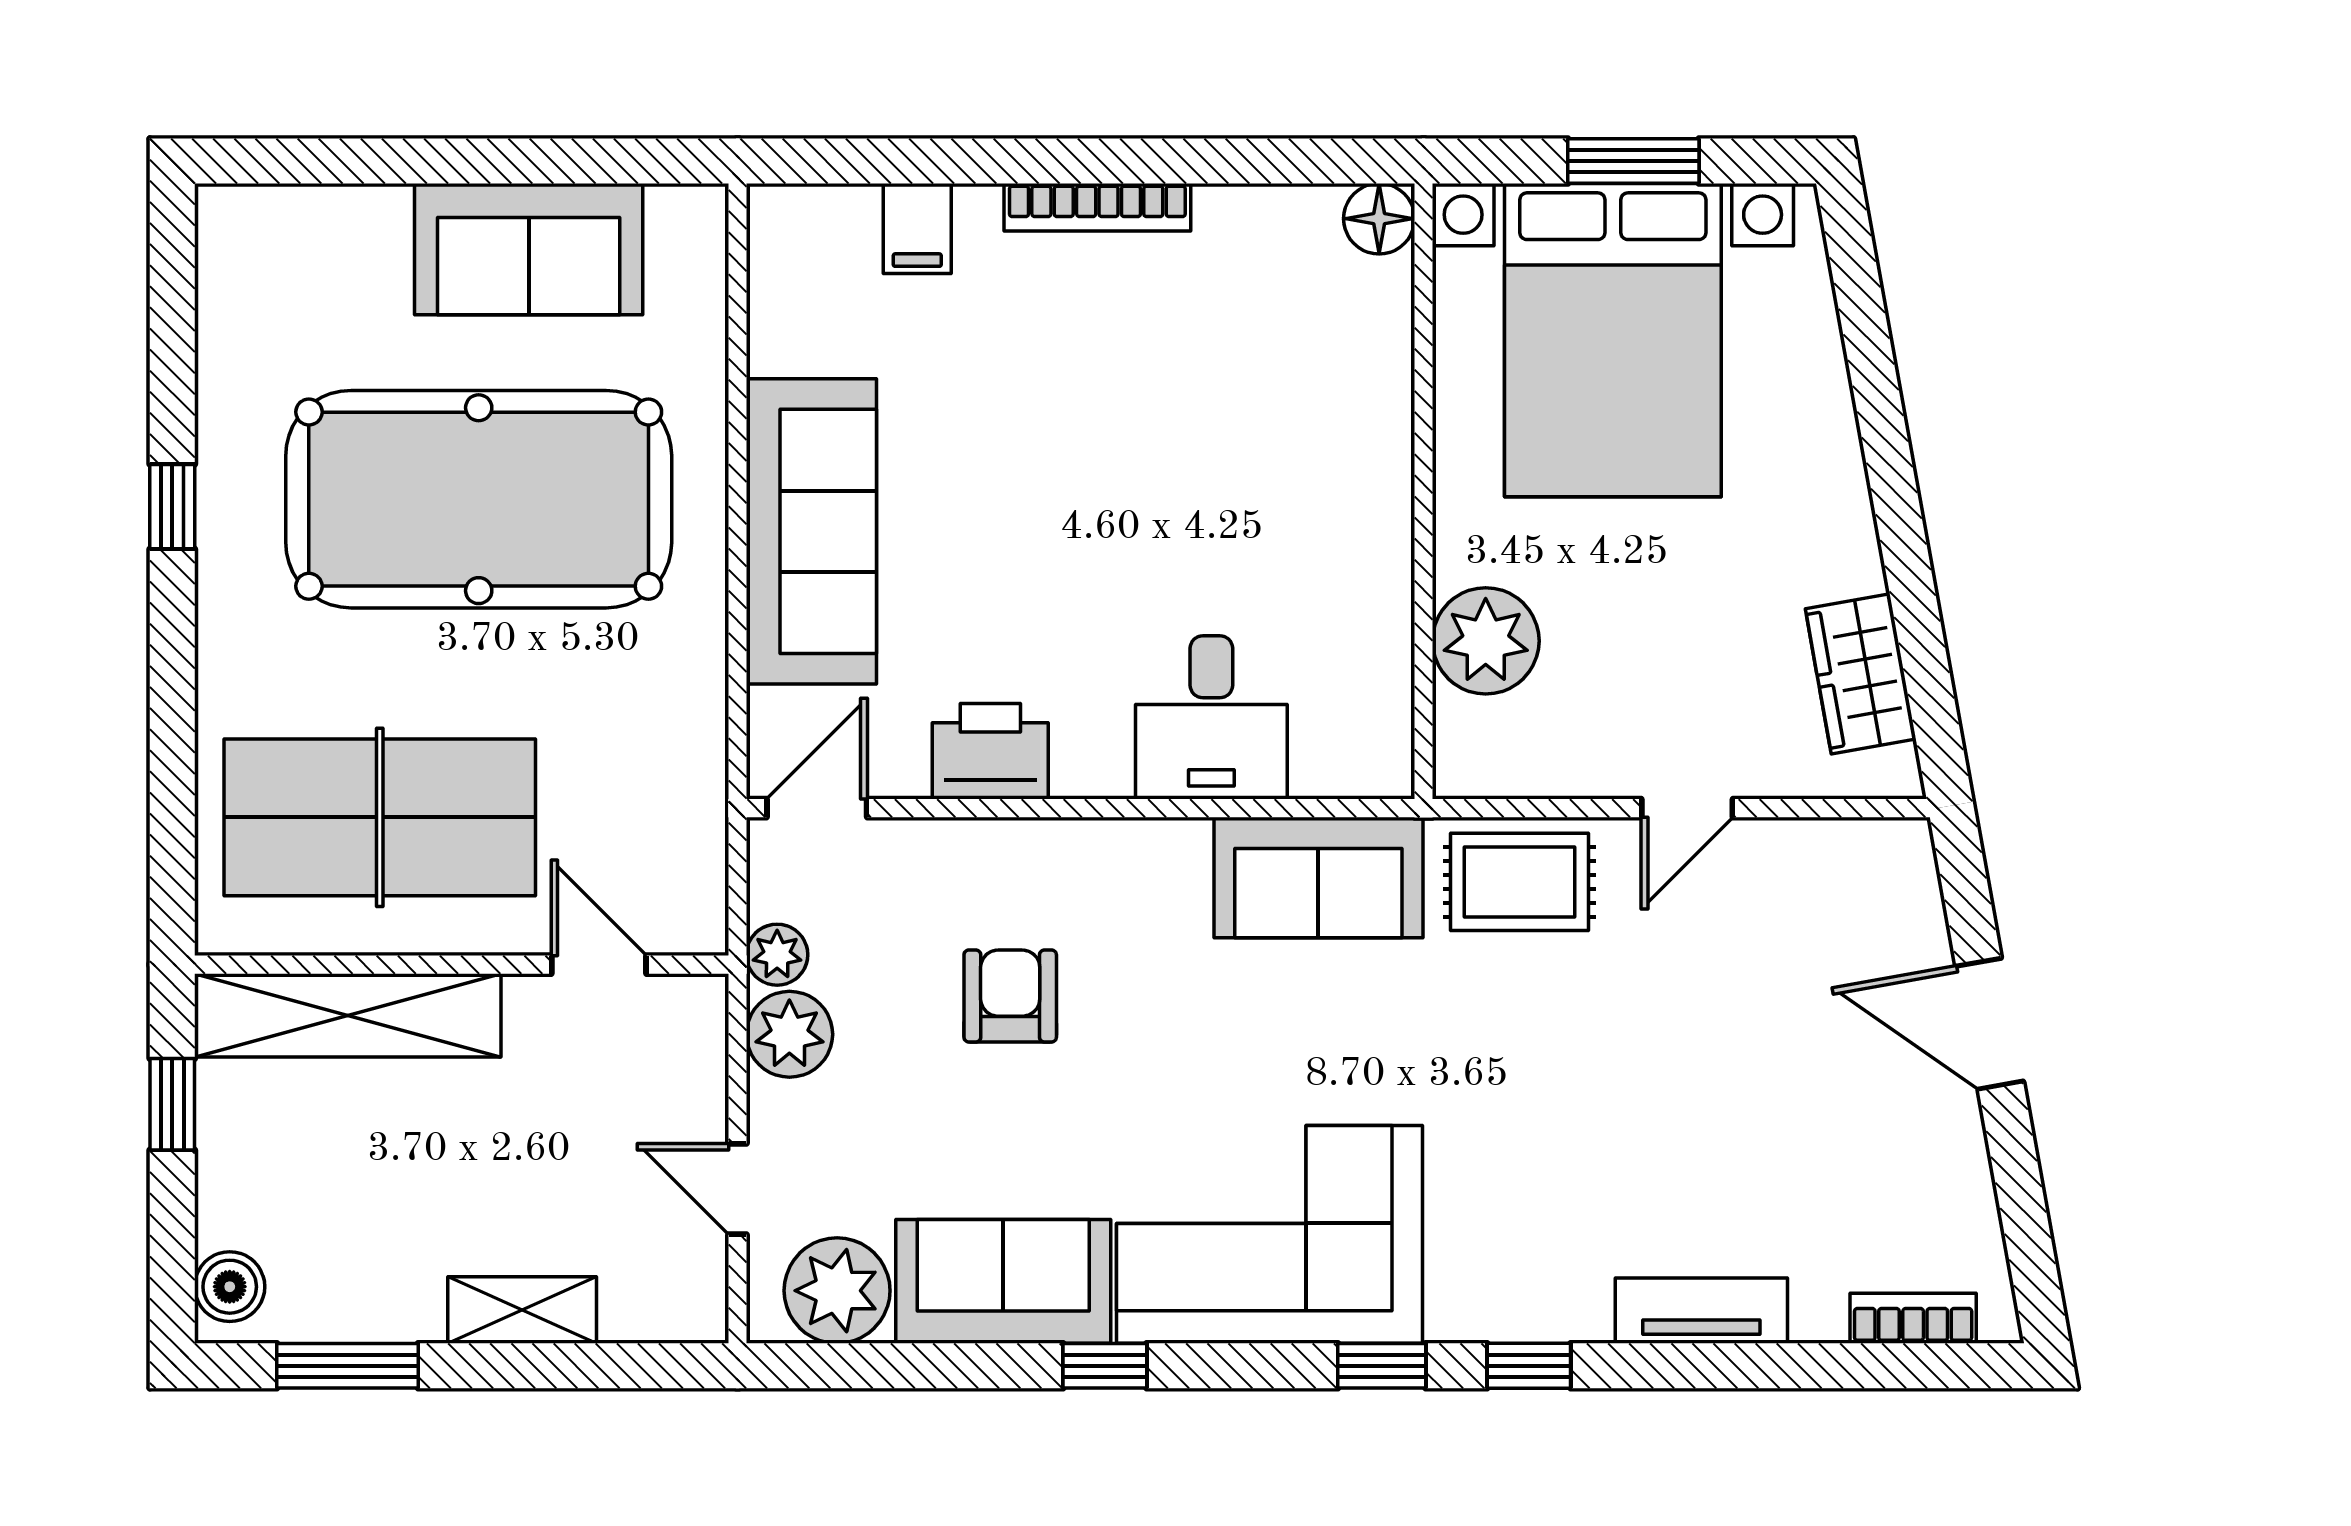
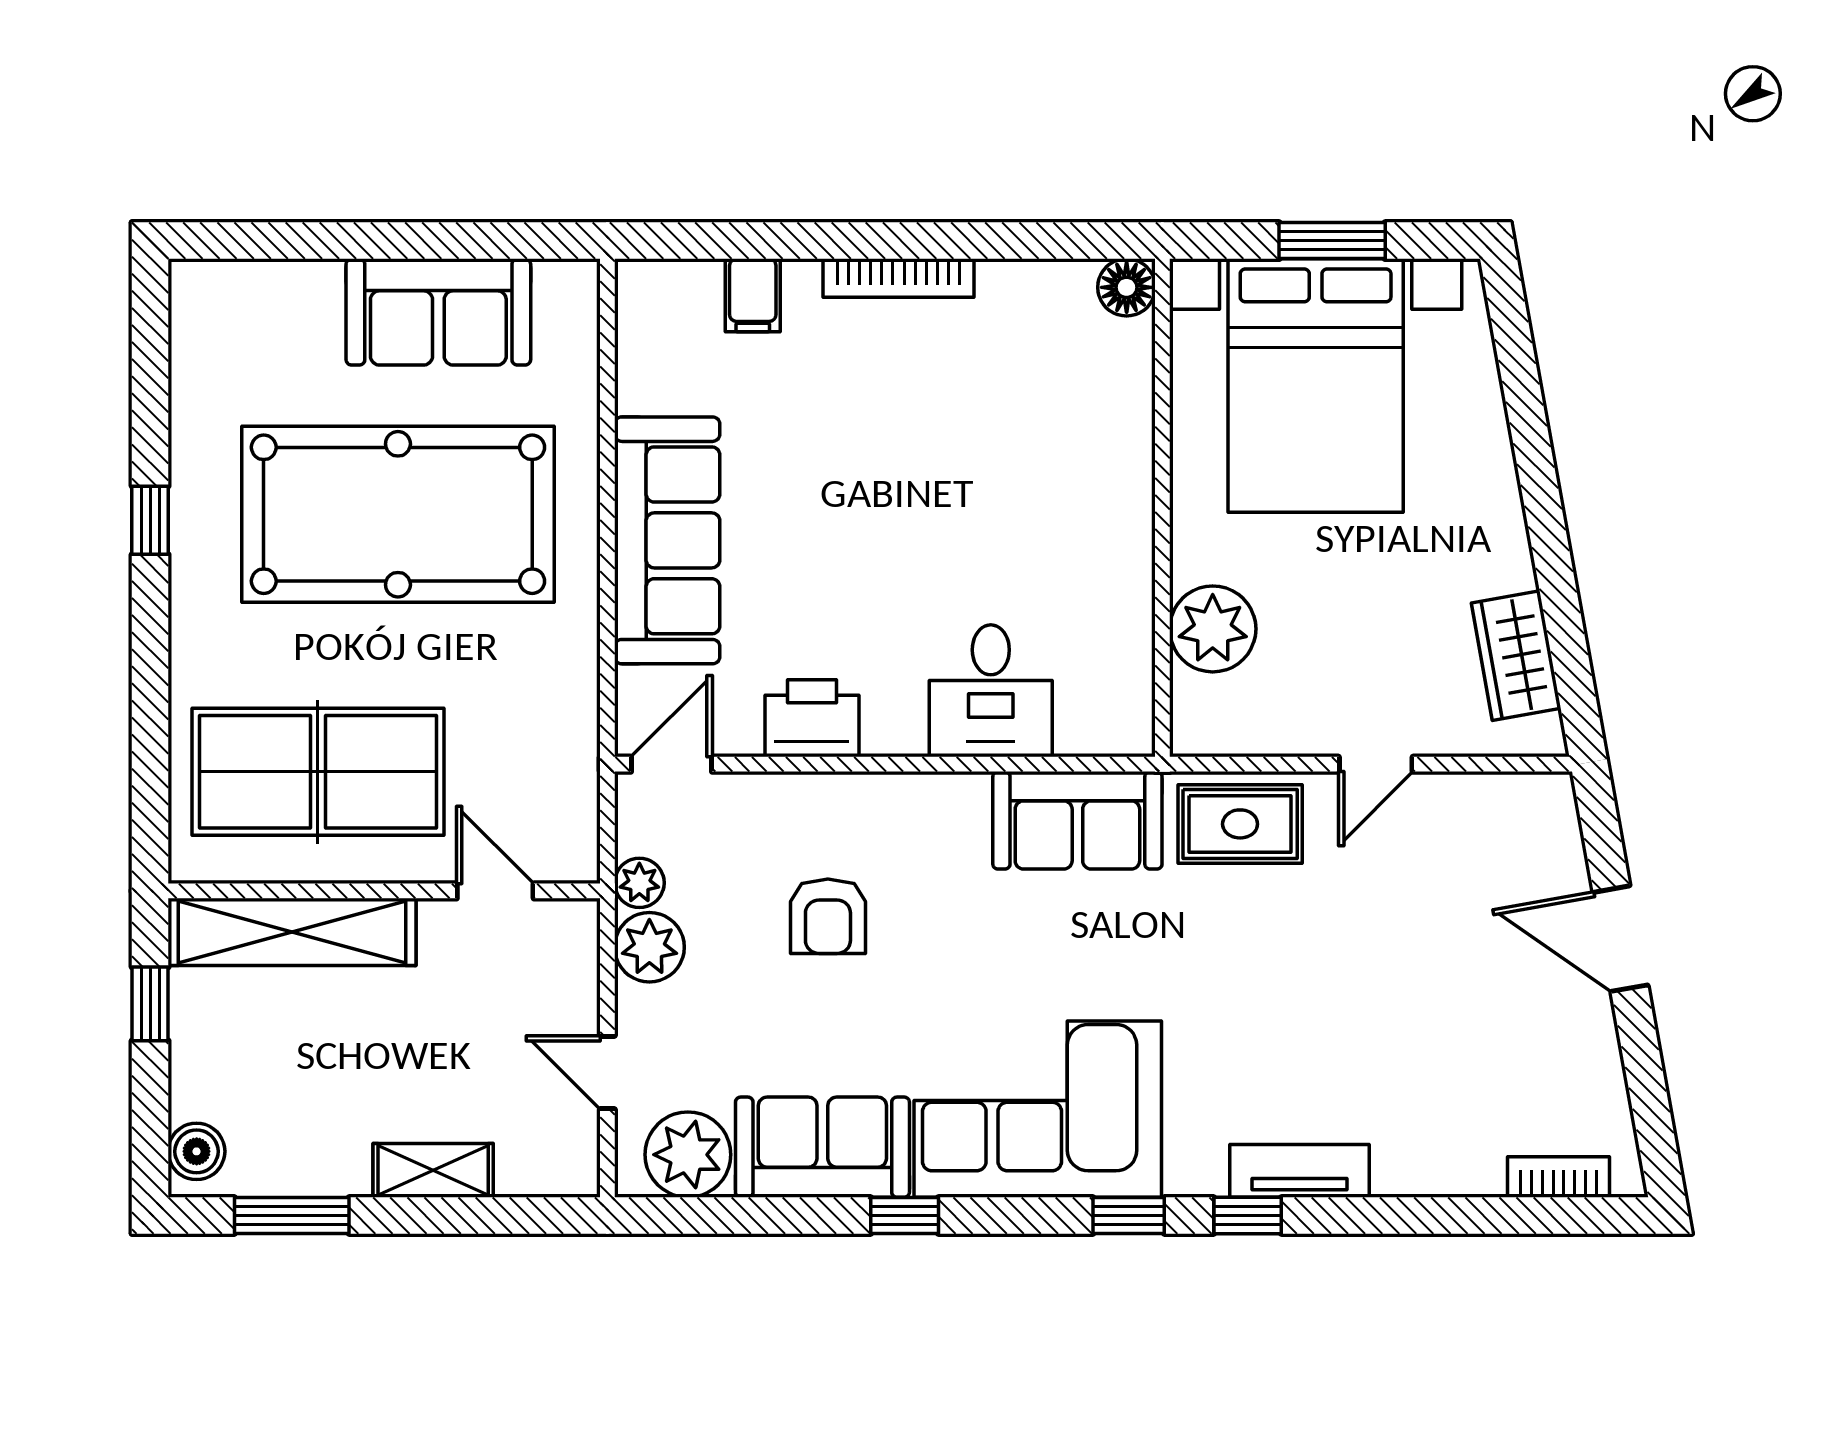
armchair: (1010, 996) -> (828, 916), turned 180
tv unit: (1701, 1311) -> (1300, 1171), moved

